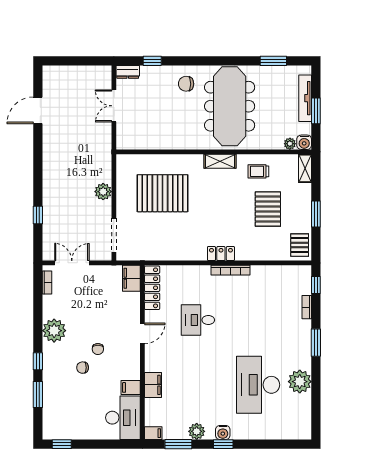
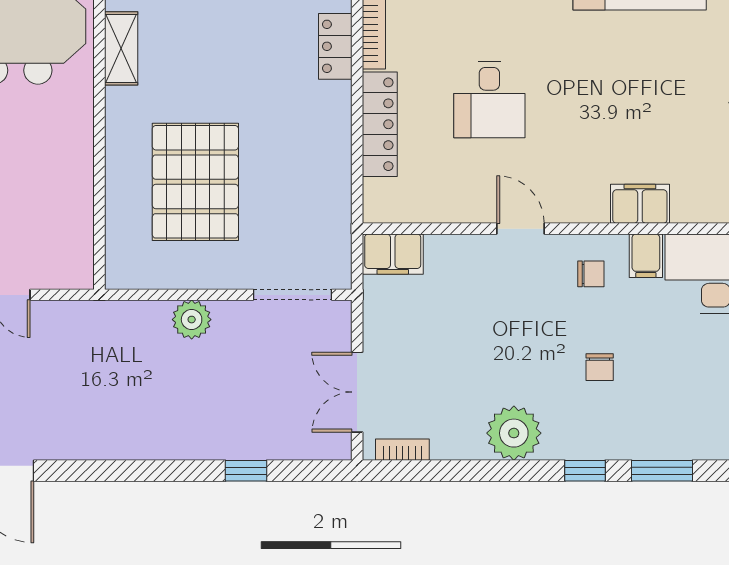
locker: (152, 288) -> (380, 124), moved, turned 90
chair: (98, 349) -> (591, 274), moved

